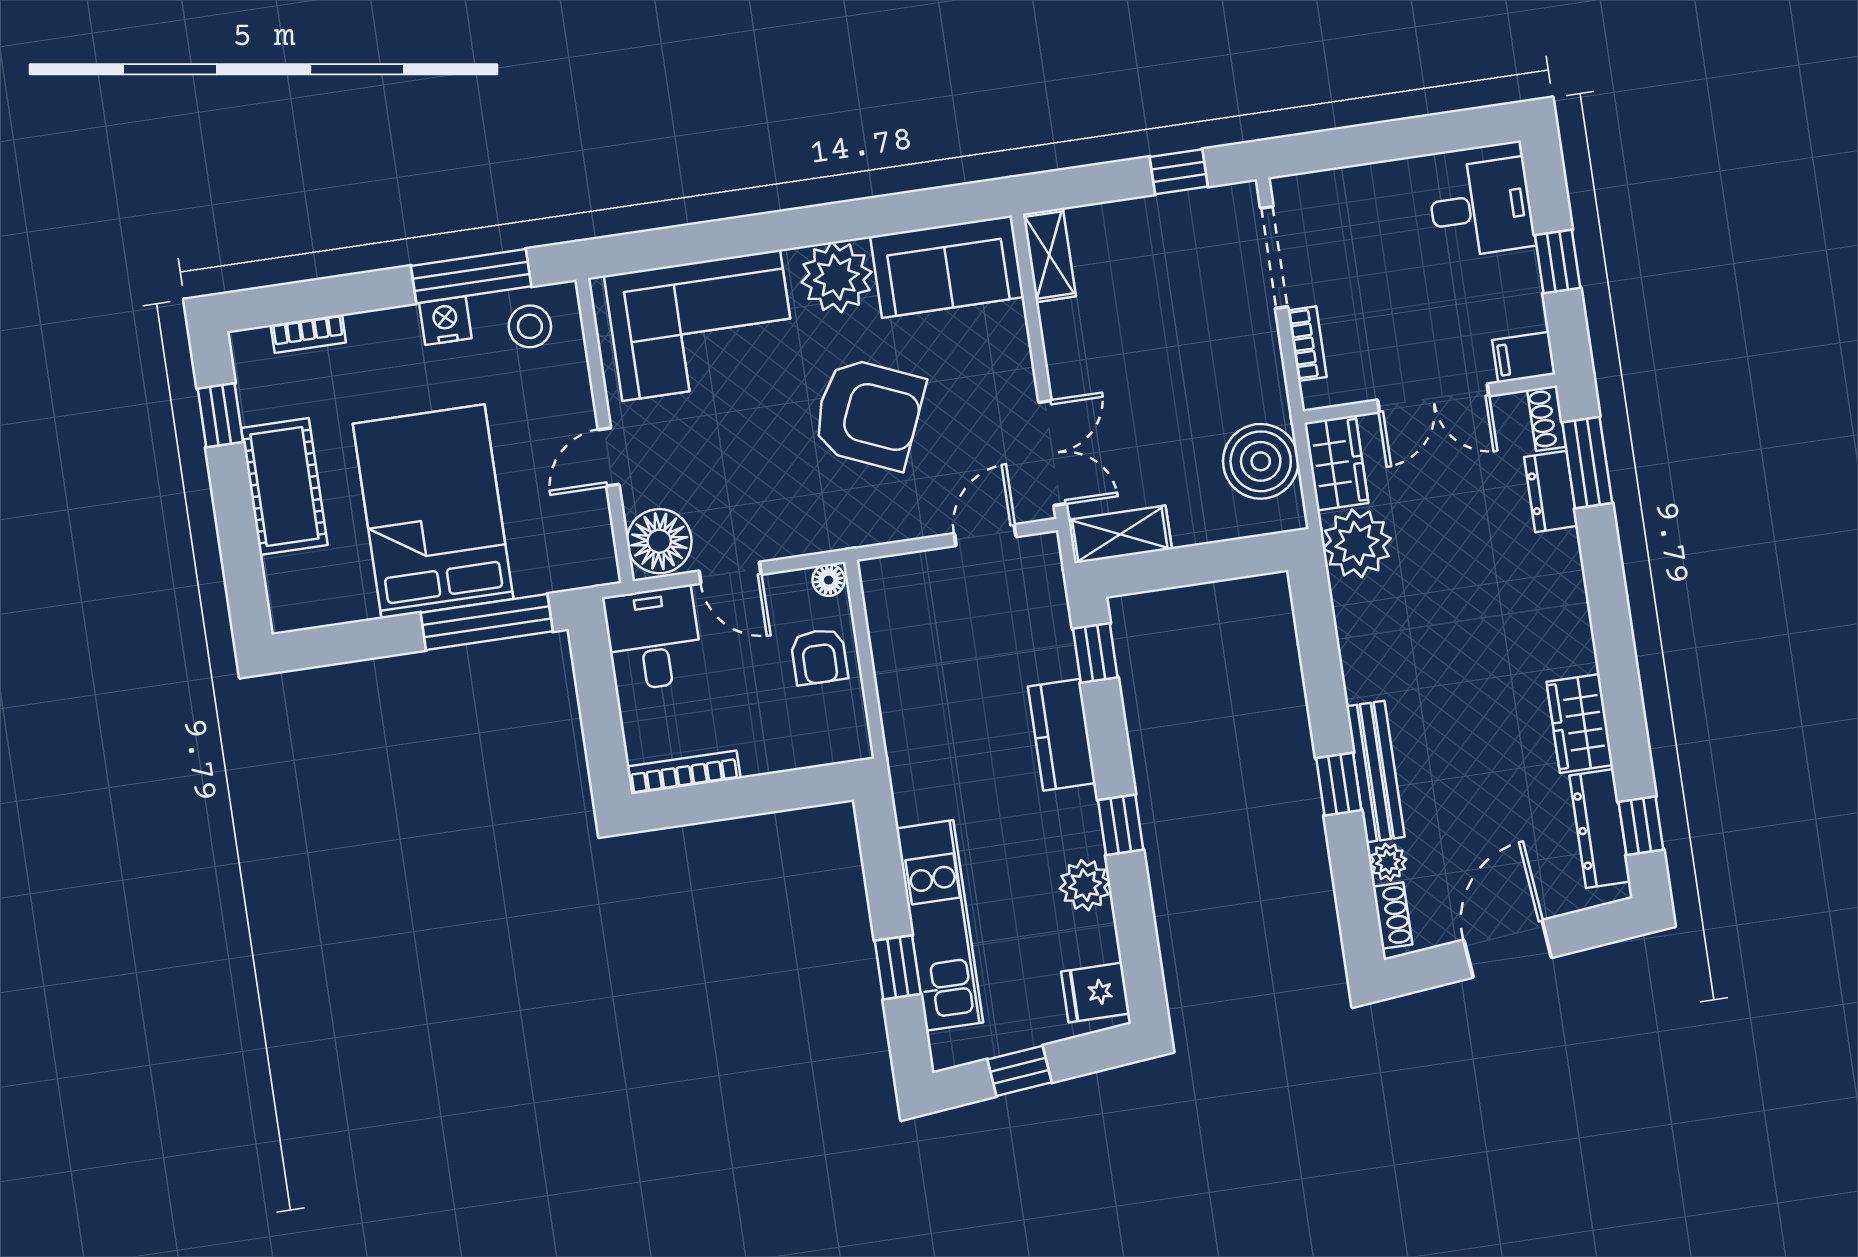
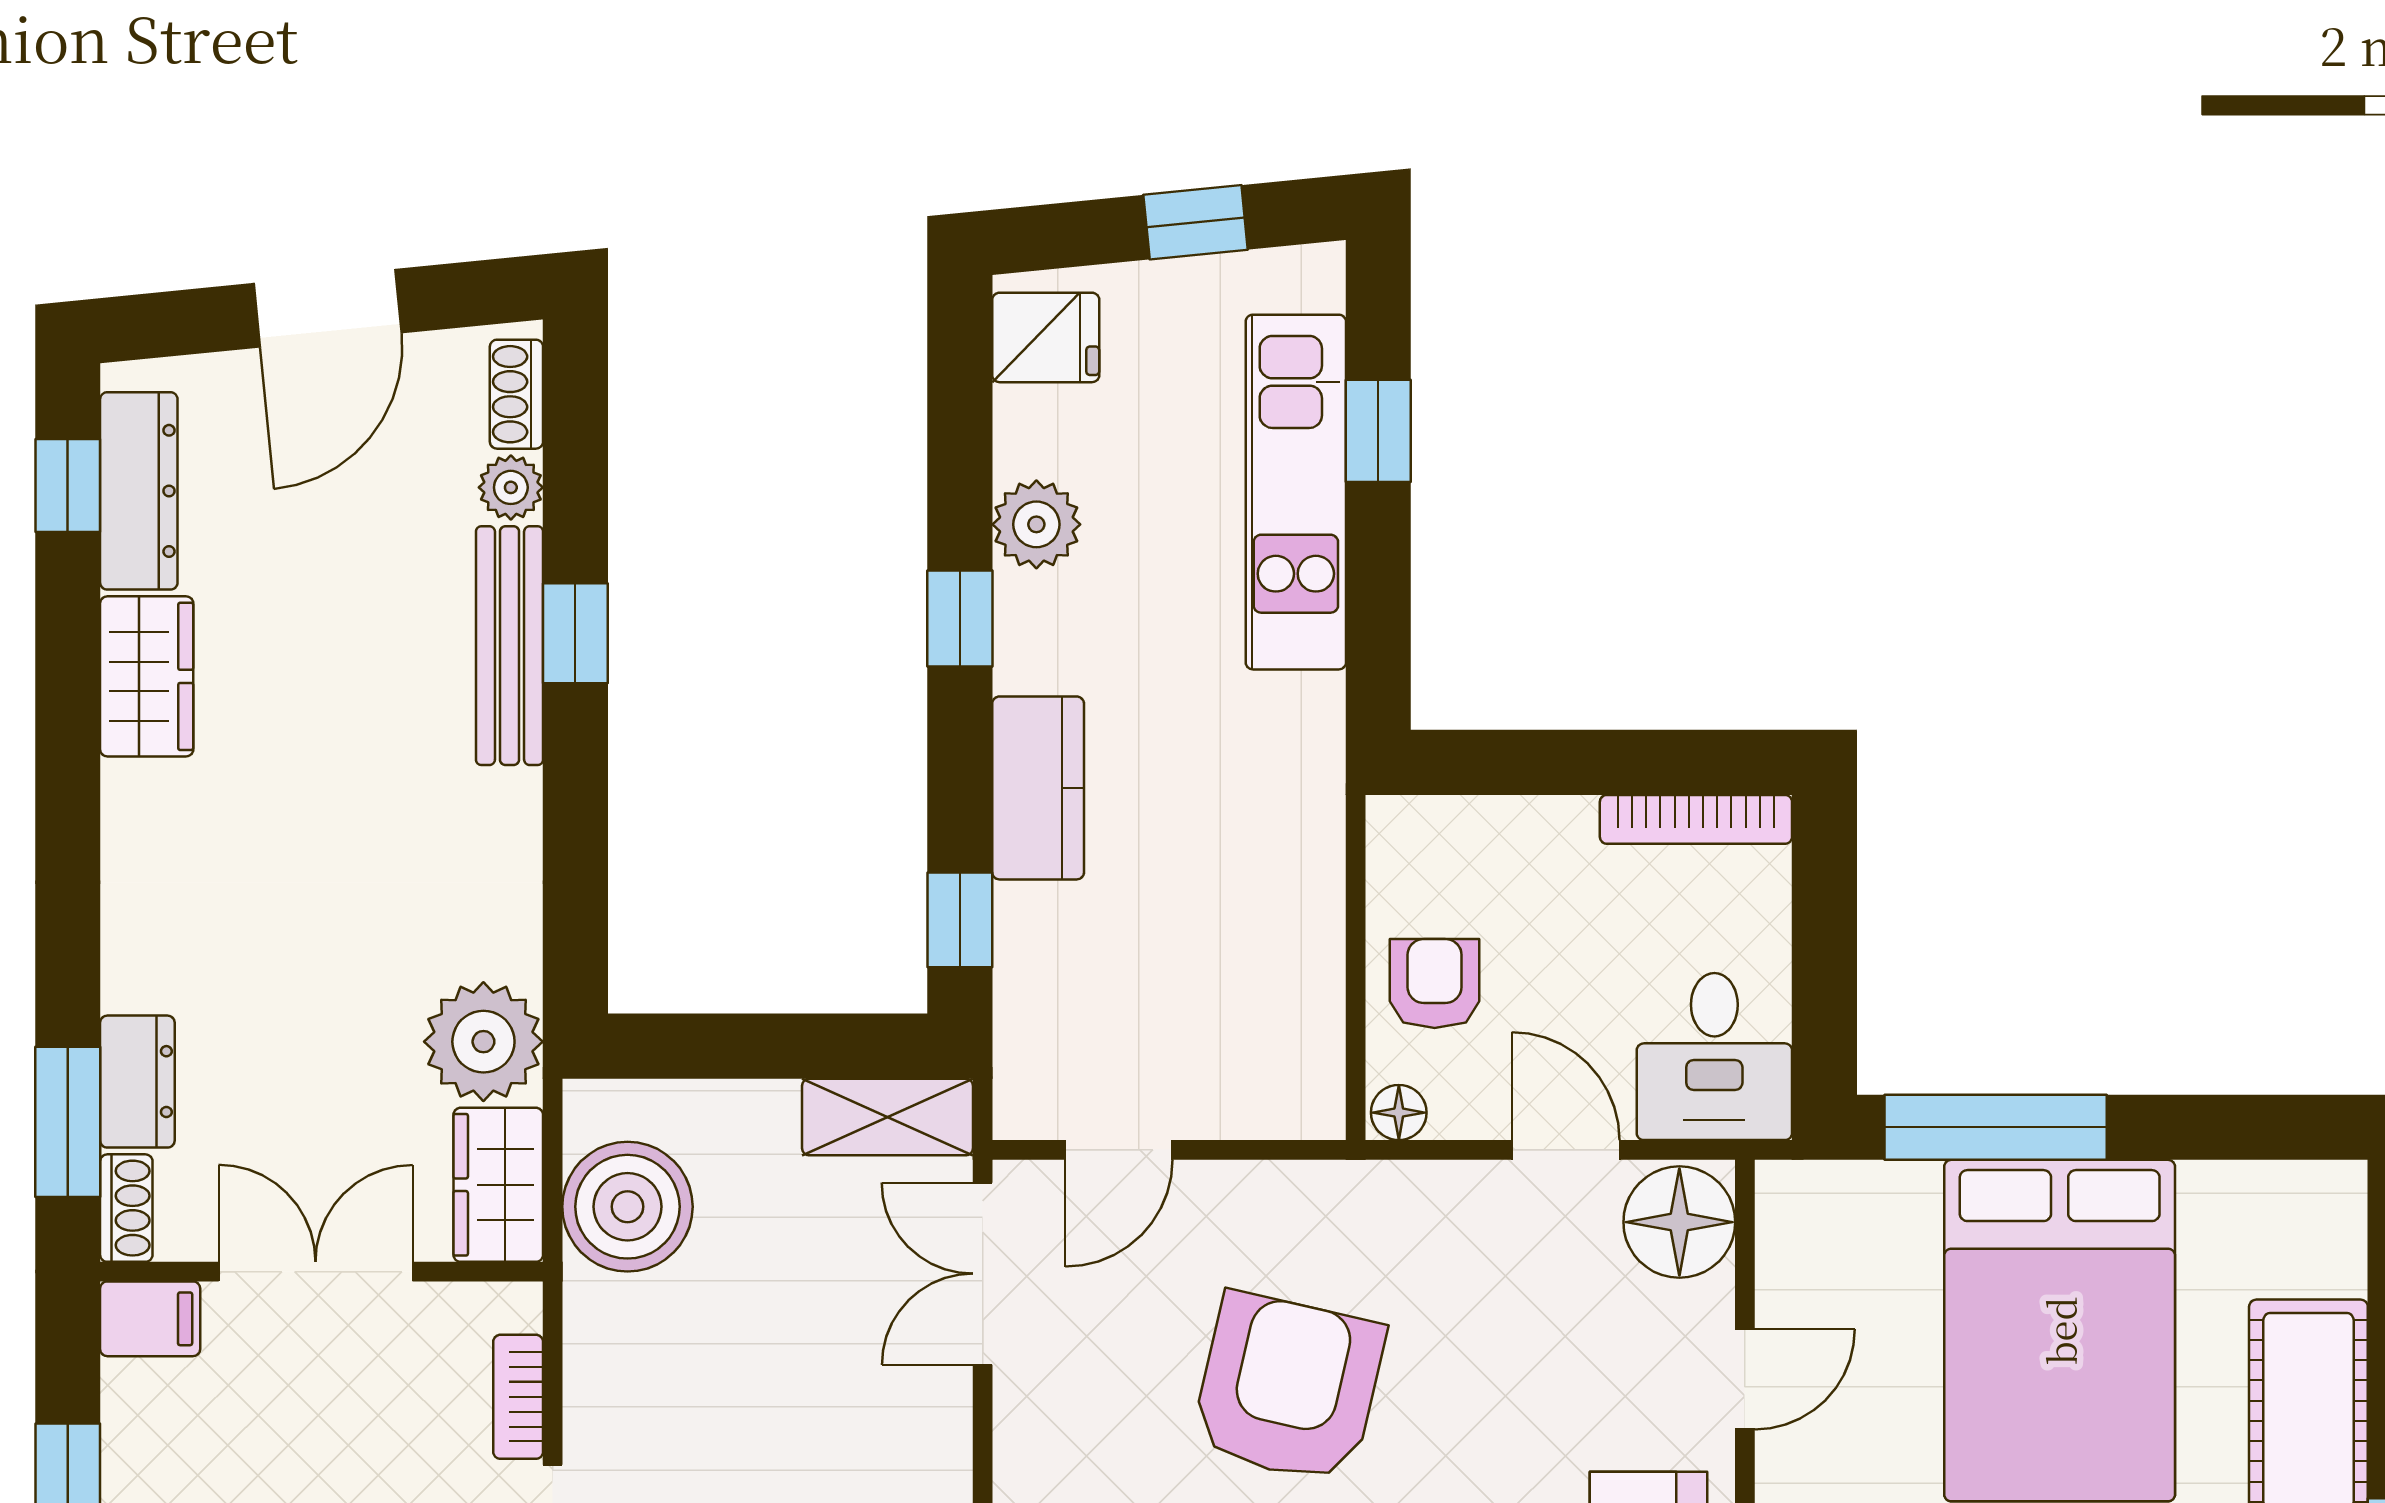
armchair: (868, 414) -> (1288, 1388), turned 80

